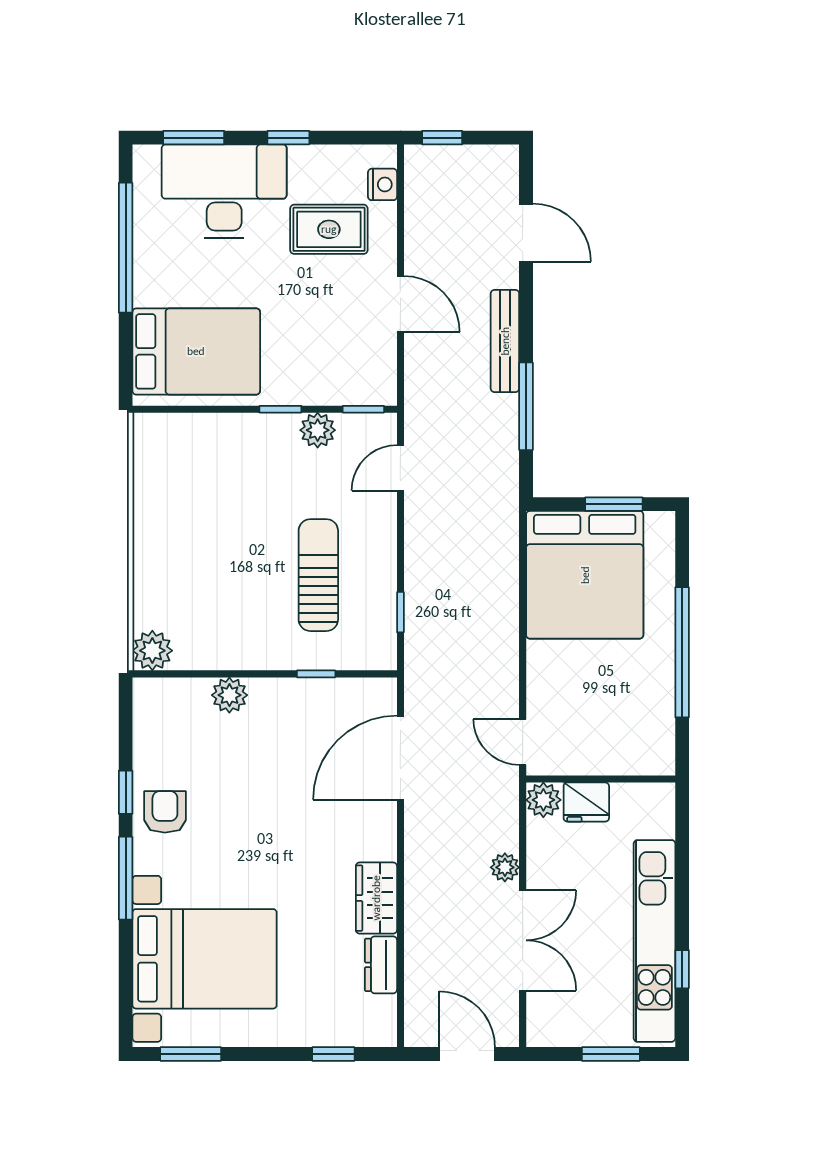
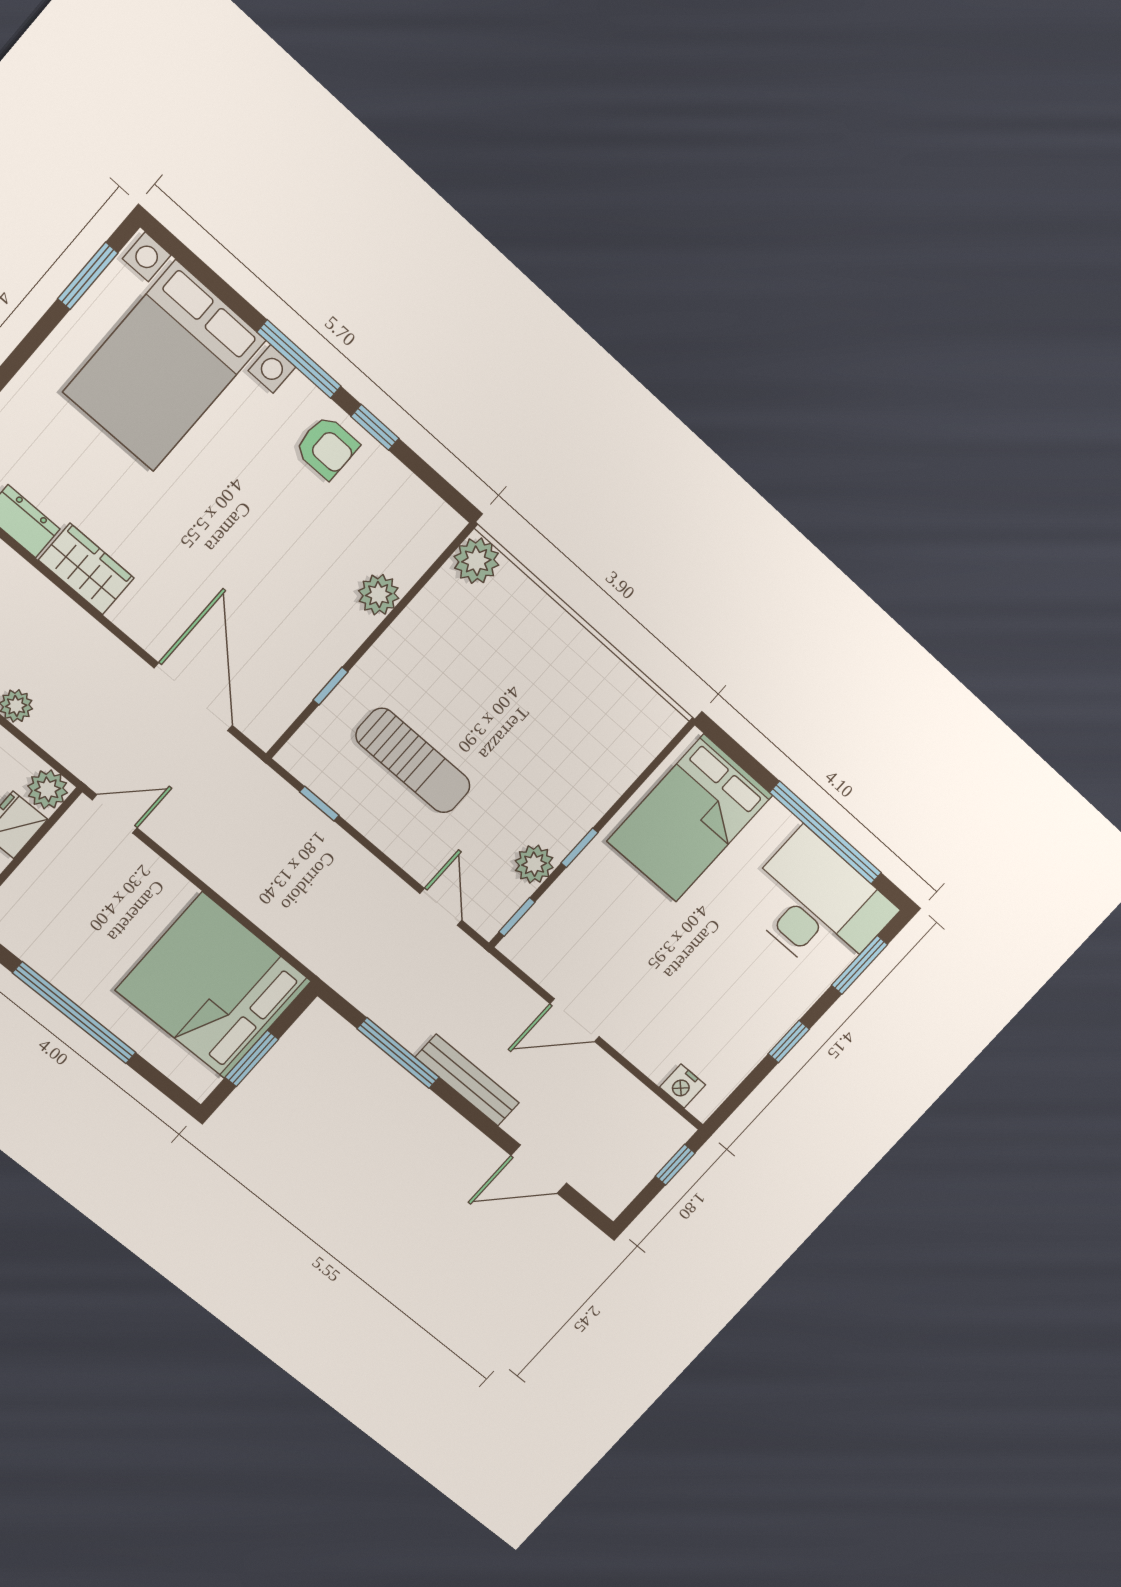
desk: (224, 191) -> (817, 905), moved, turned -90
rug: (329, 229) -> (687, 1013), removed

